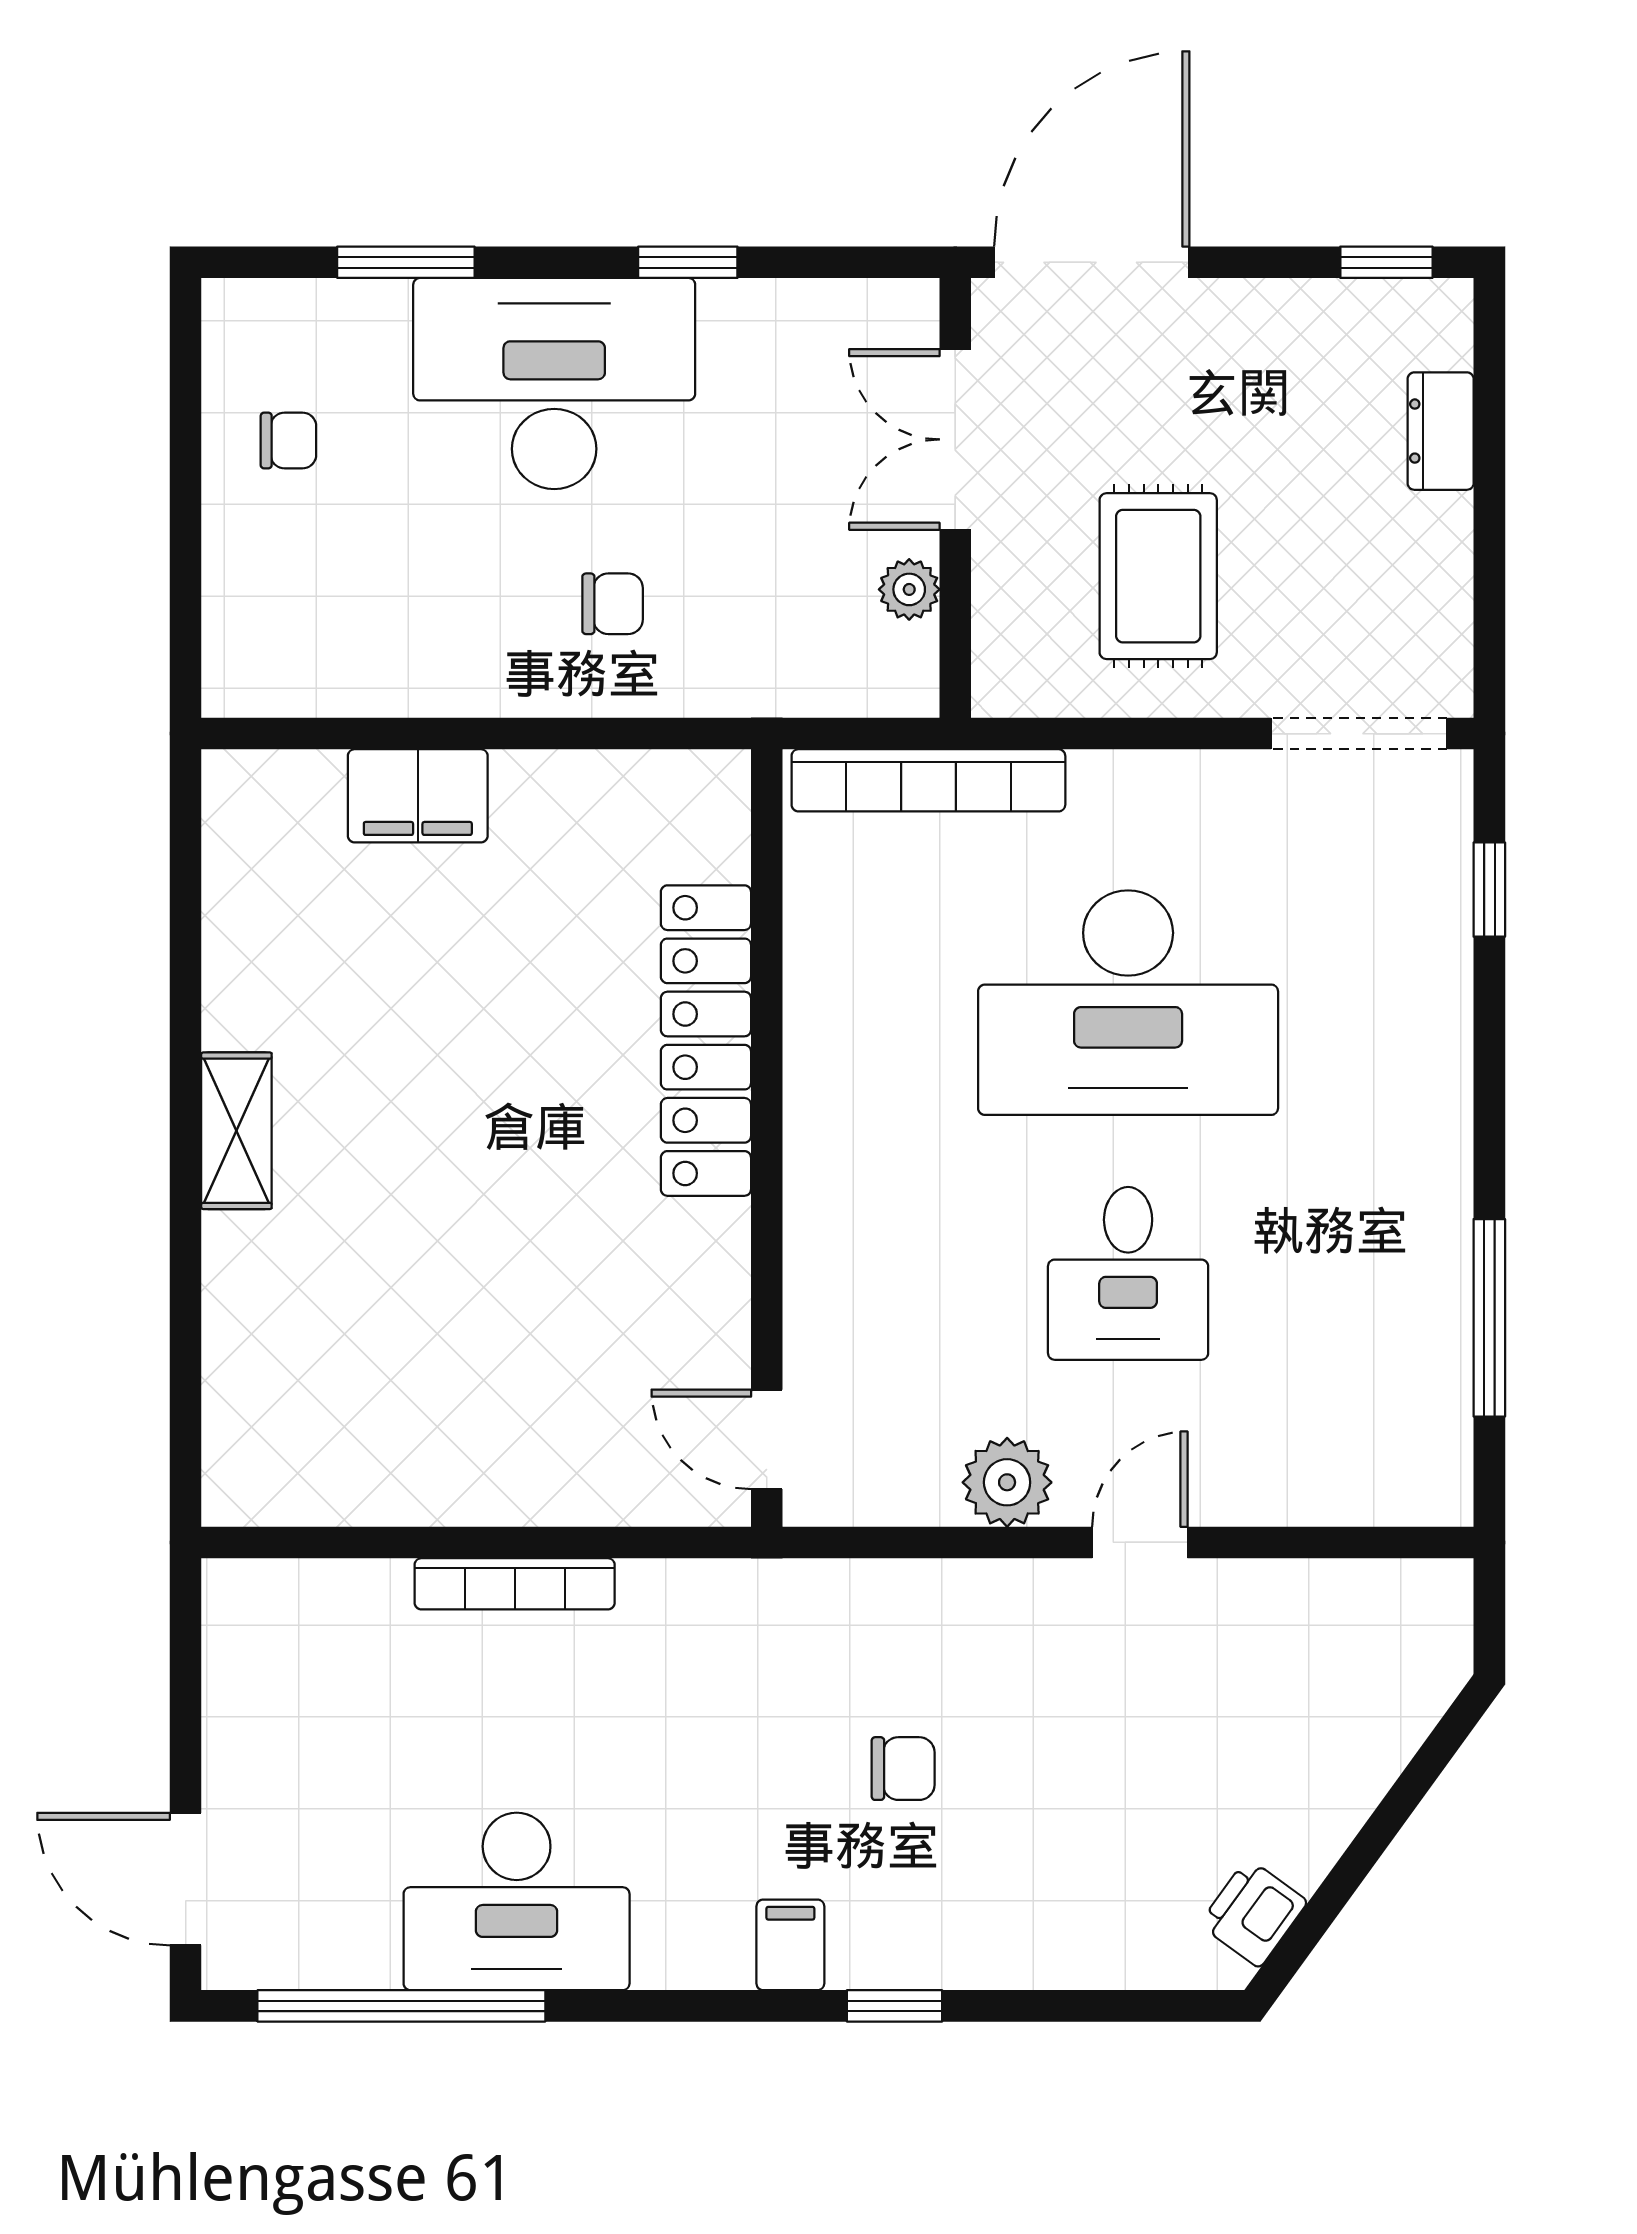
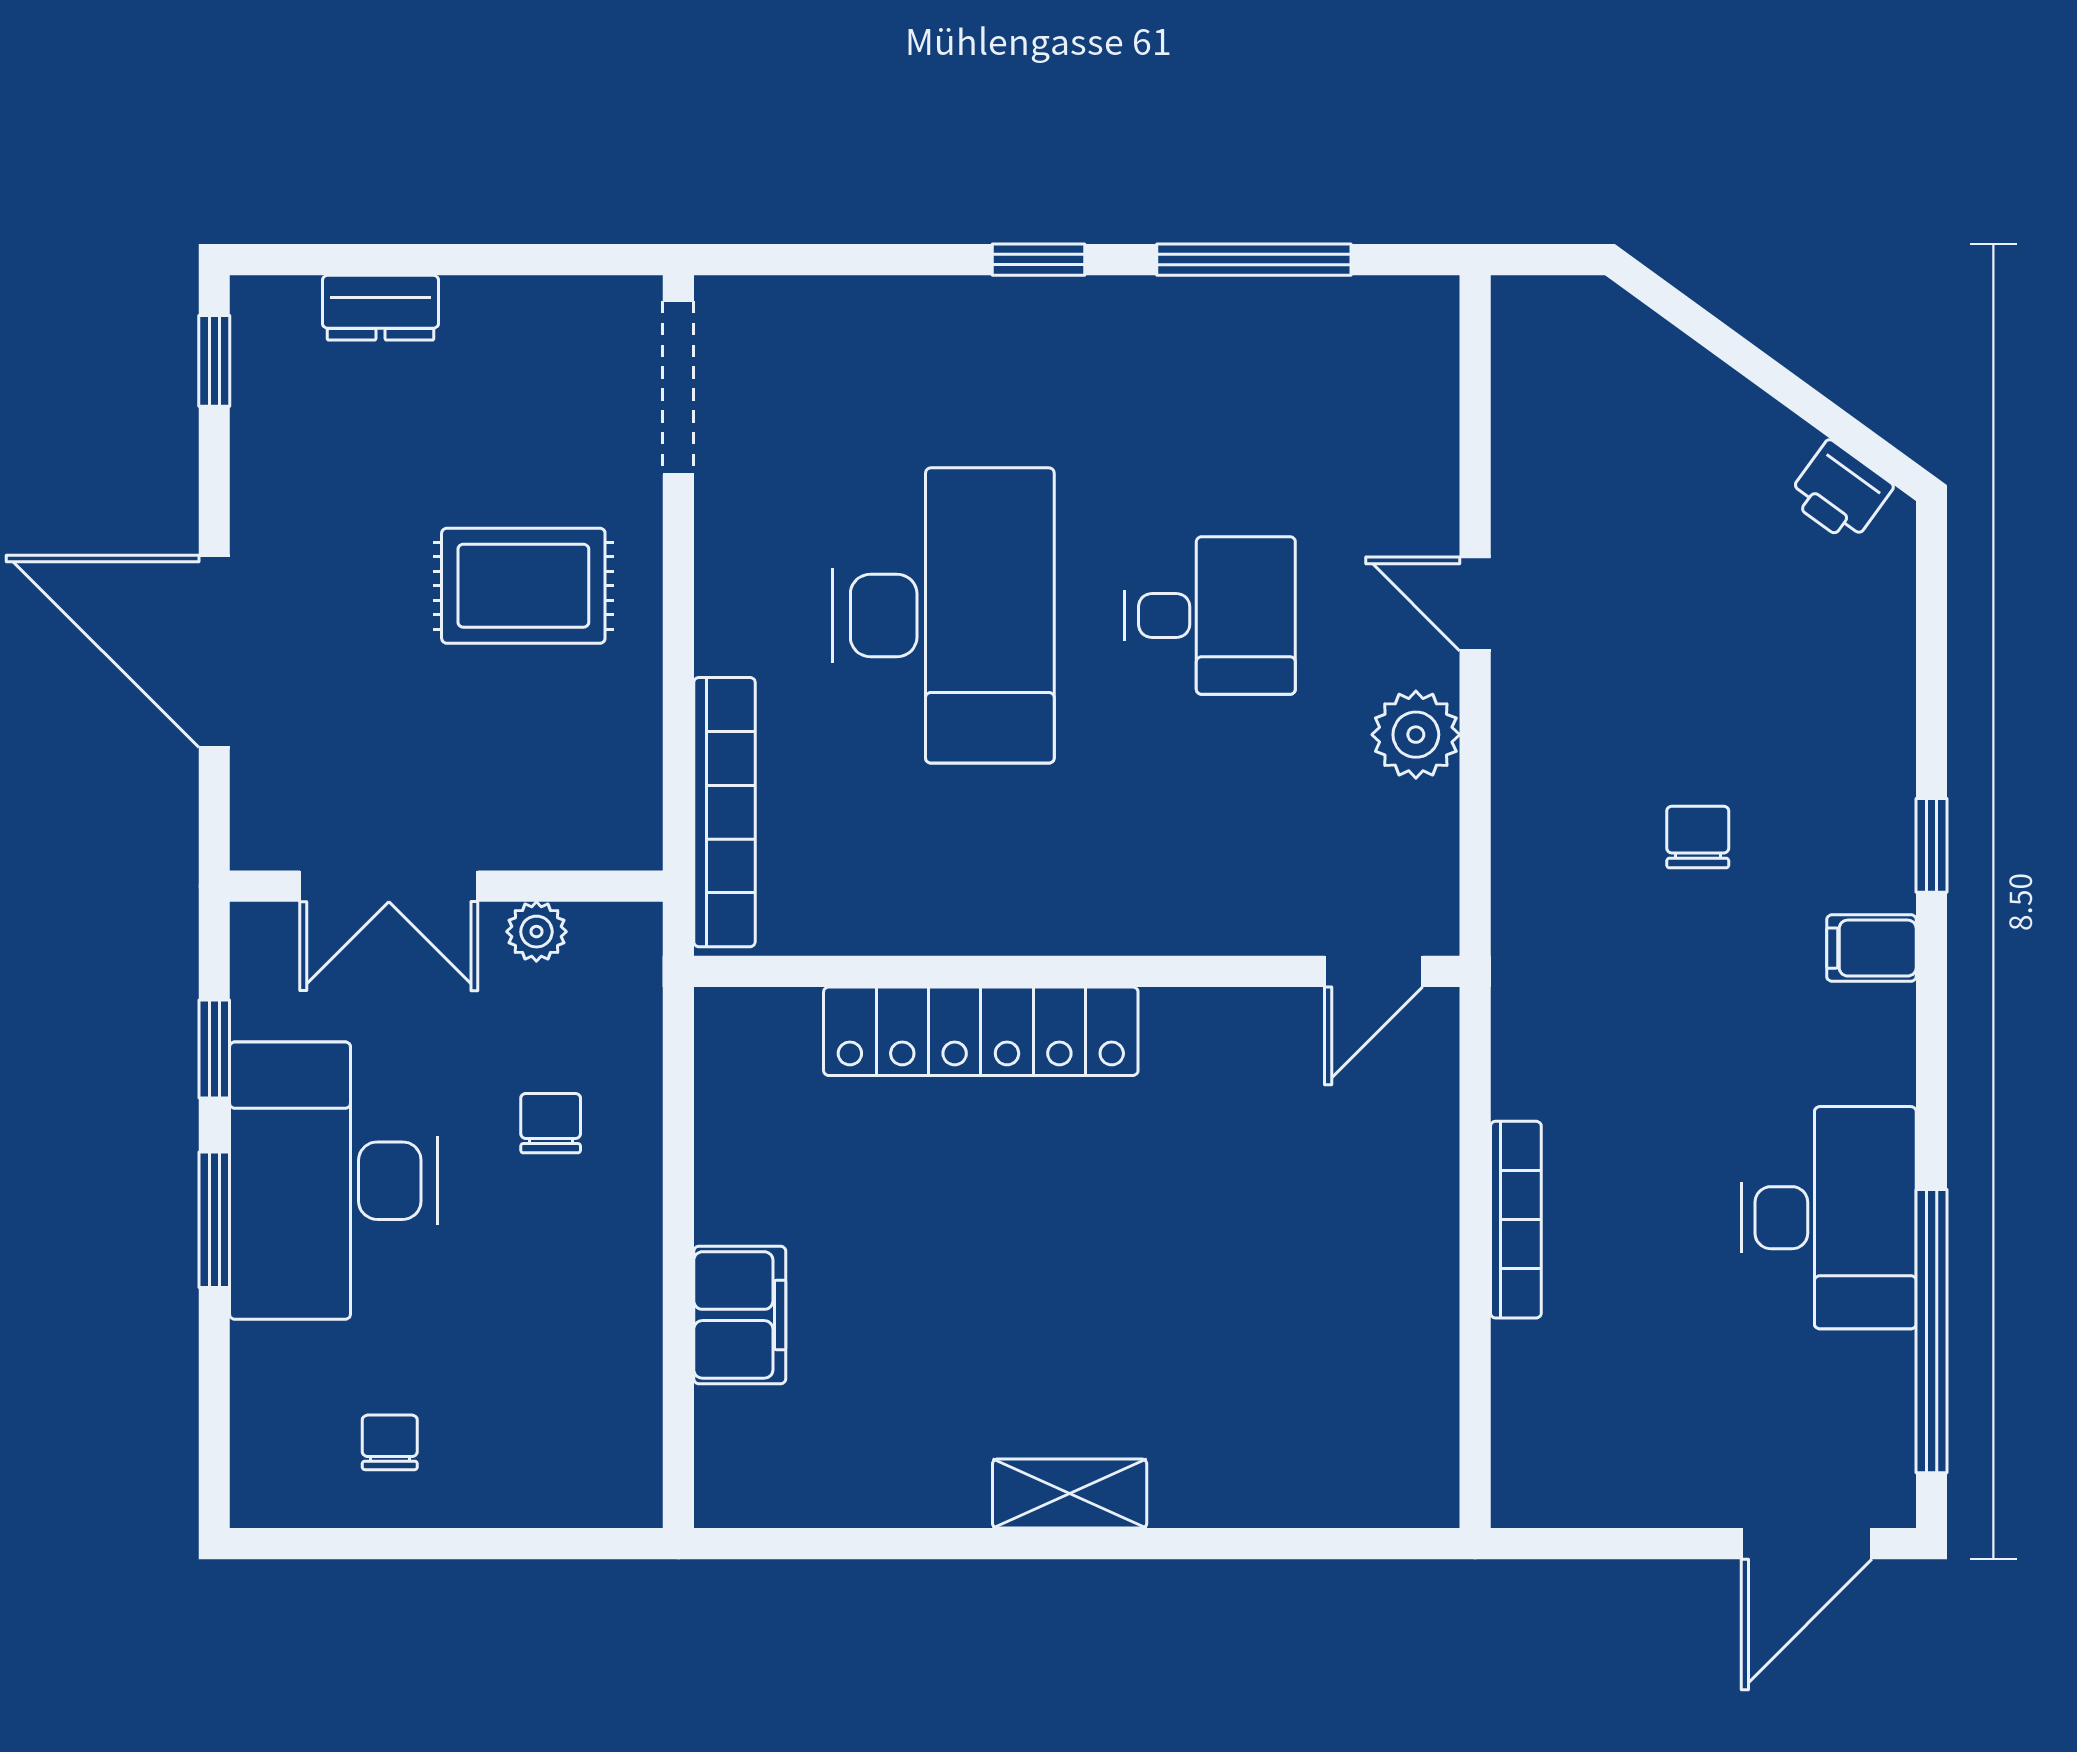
window: (406, 262) -> (214, 1220), moved
double door: (955, 439) -> (389, 886), moved
wall: (955, 498) -> (446, 886), moved
plant: (909, 589) -> (536, 932), moved
window: (1489, 890) -> (1039, 260), moved

